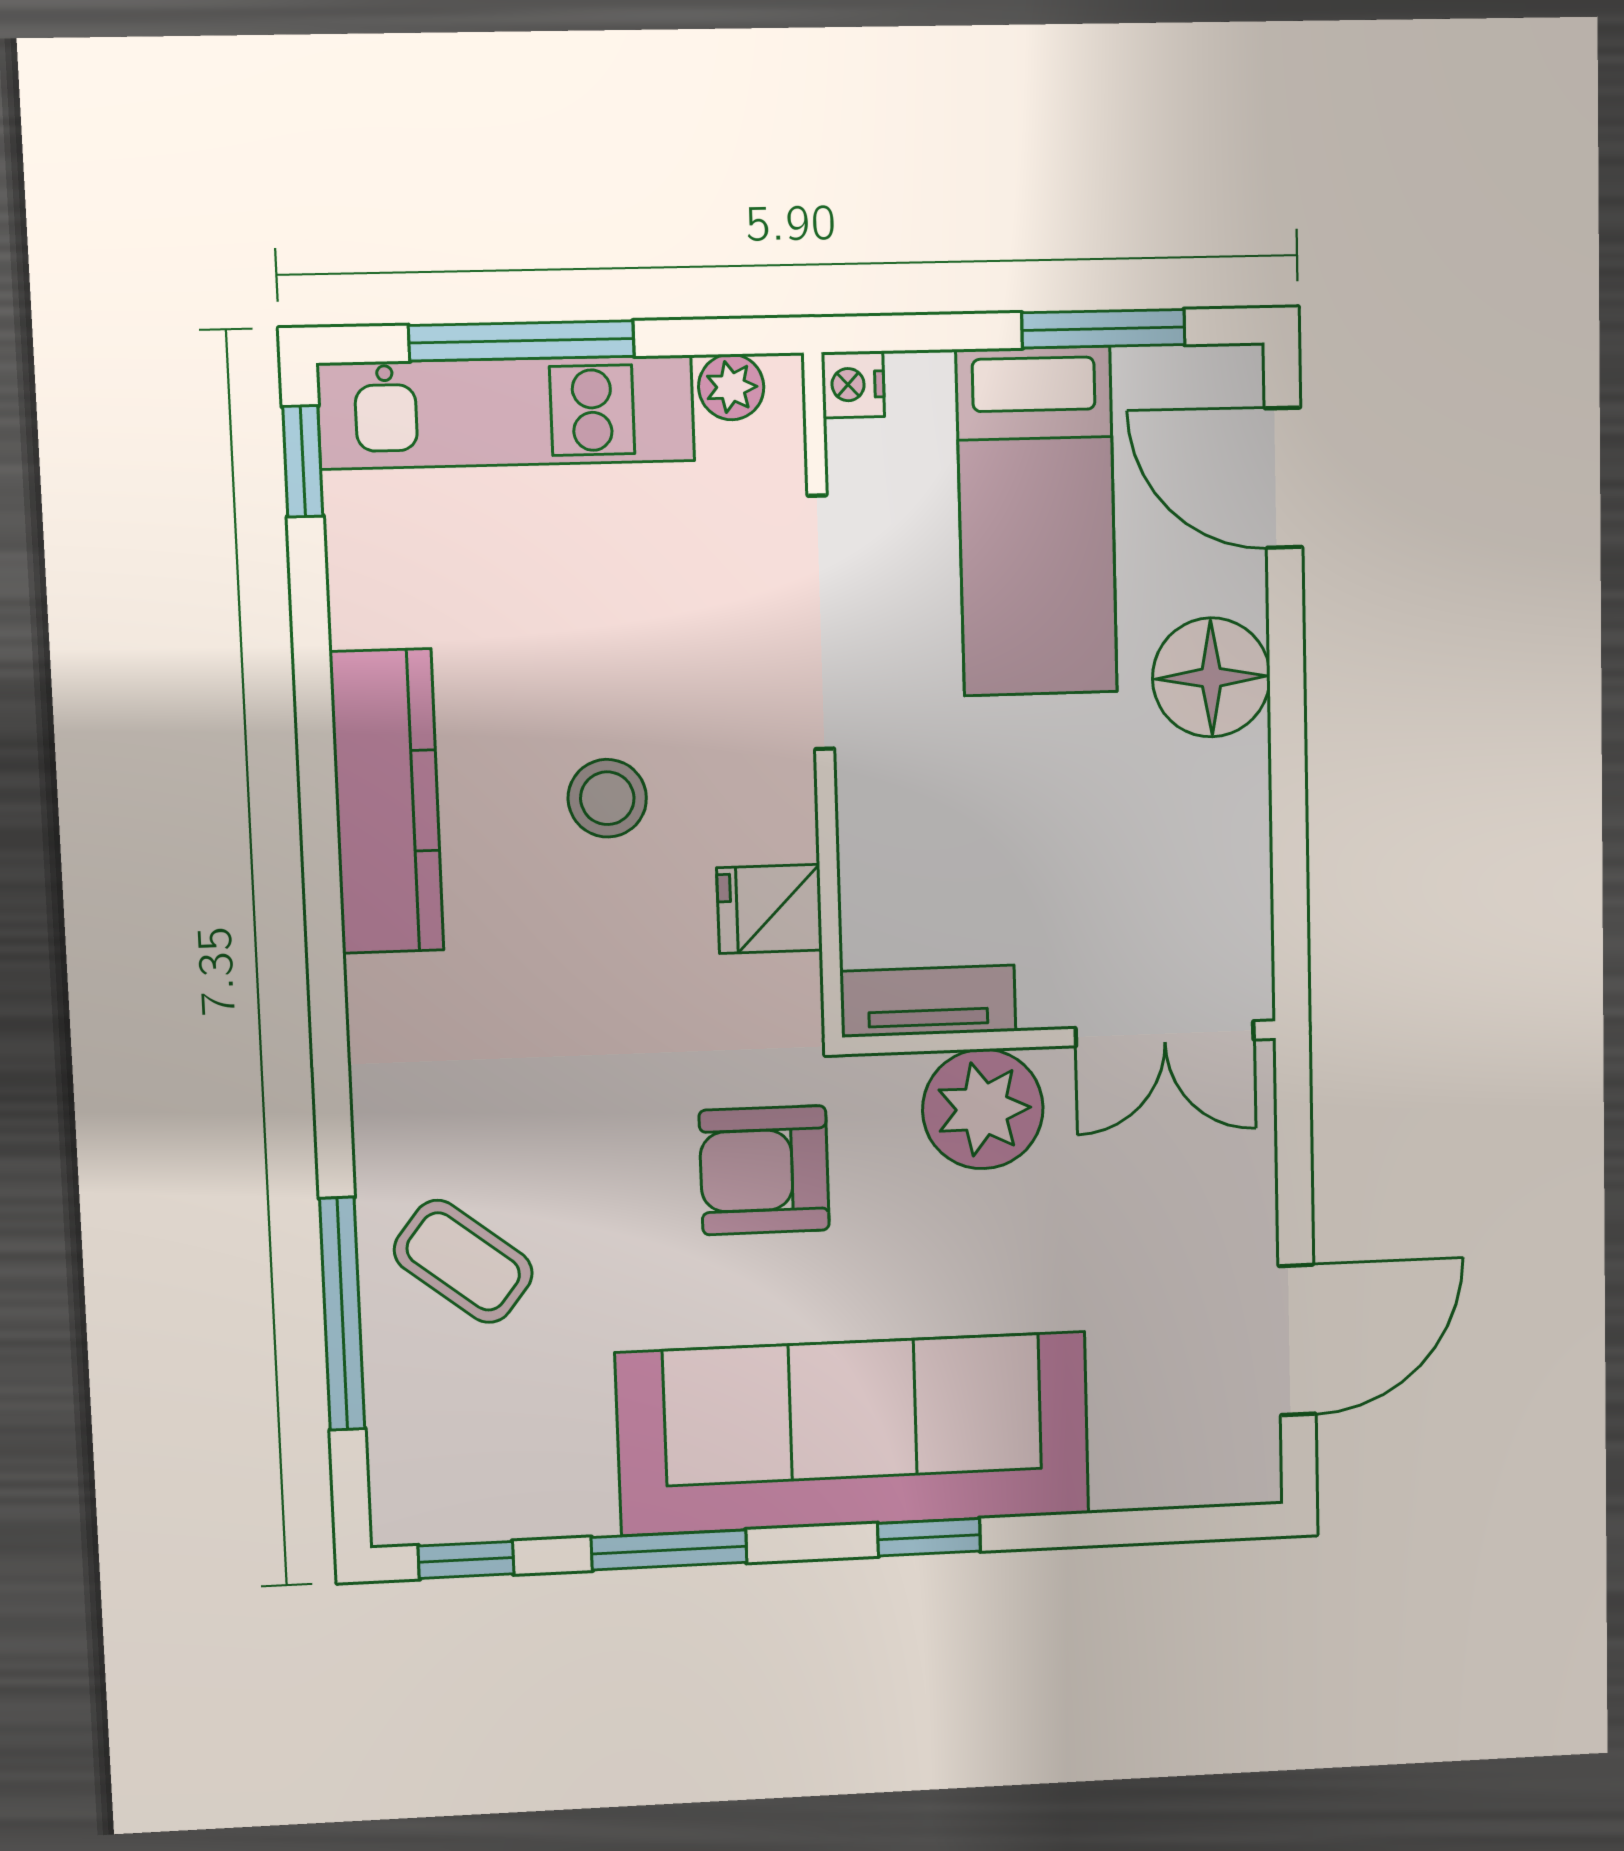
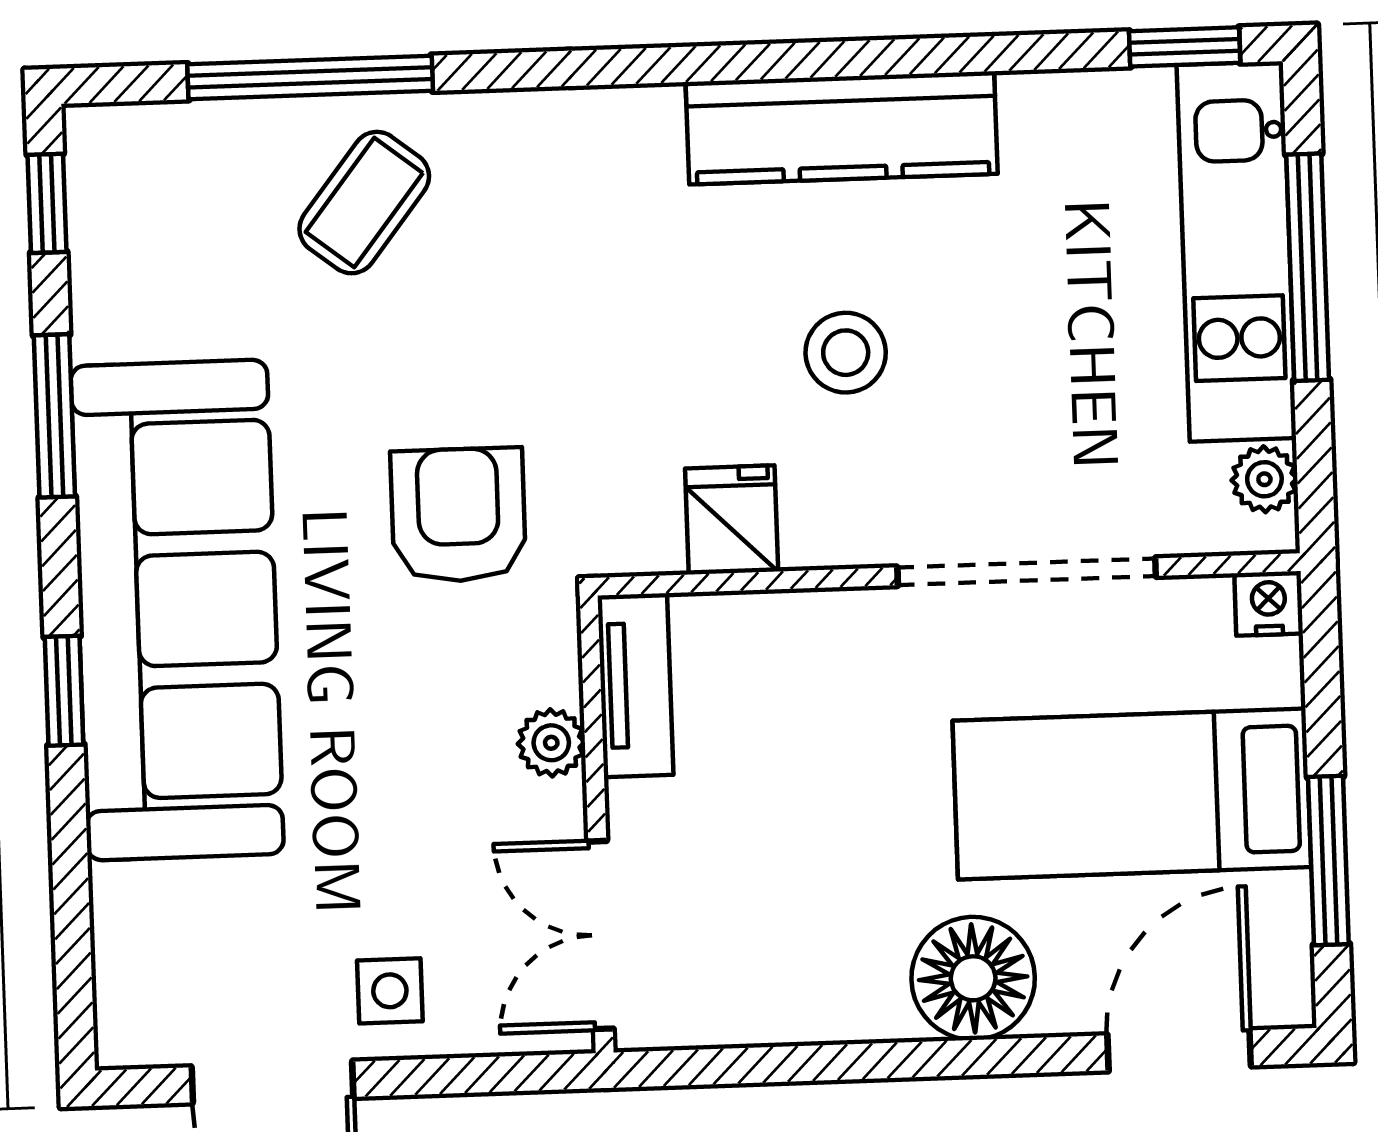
plant: (983, 1109) -> (551, 743), width x0.53, depth x0.53
side table: (1214, 1232) -> (390, 991), added

